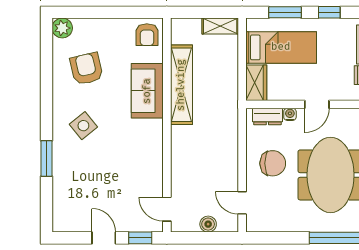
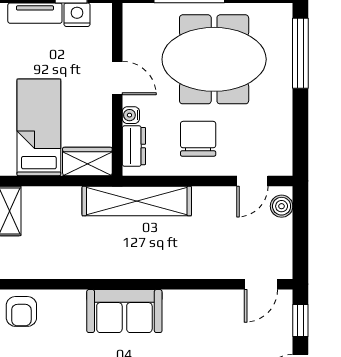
armchair: (147, 35) -> (21, 311), turned 90
shelving: (181, 85) -> (137, 201), moved
sofa: (147, 91) -> (124, 311), moved
boiler: (208, 224) -> (282, 206), moved

